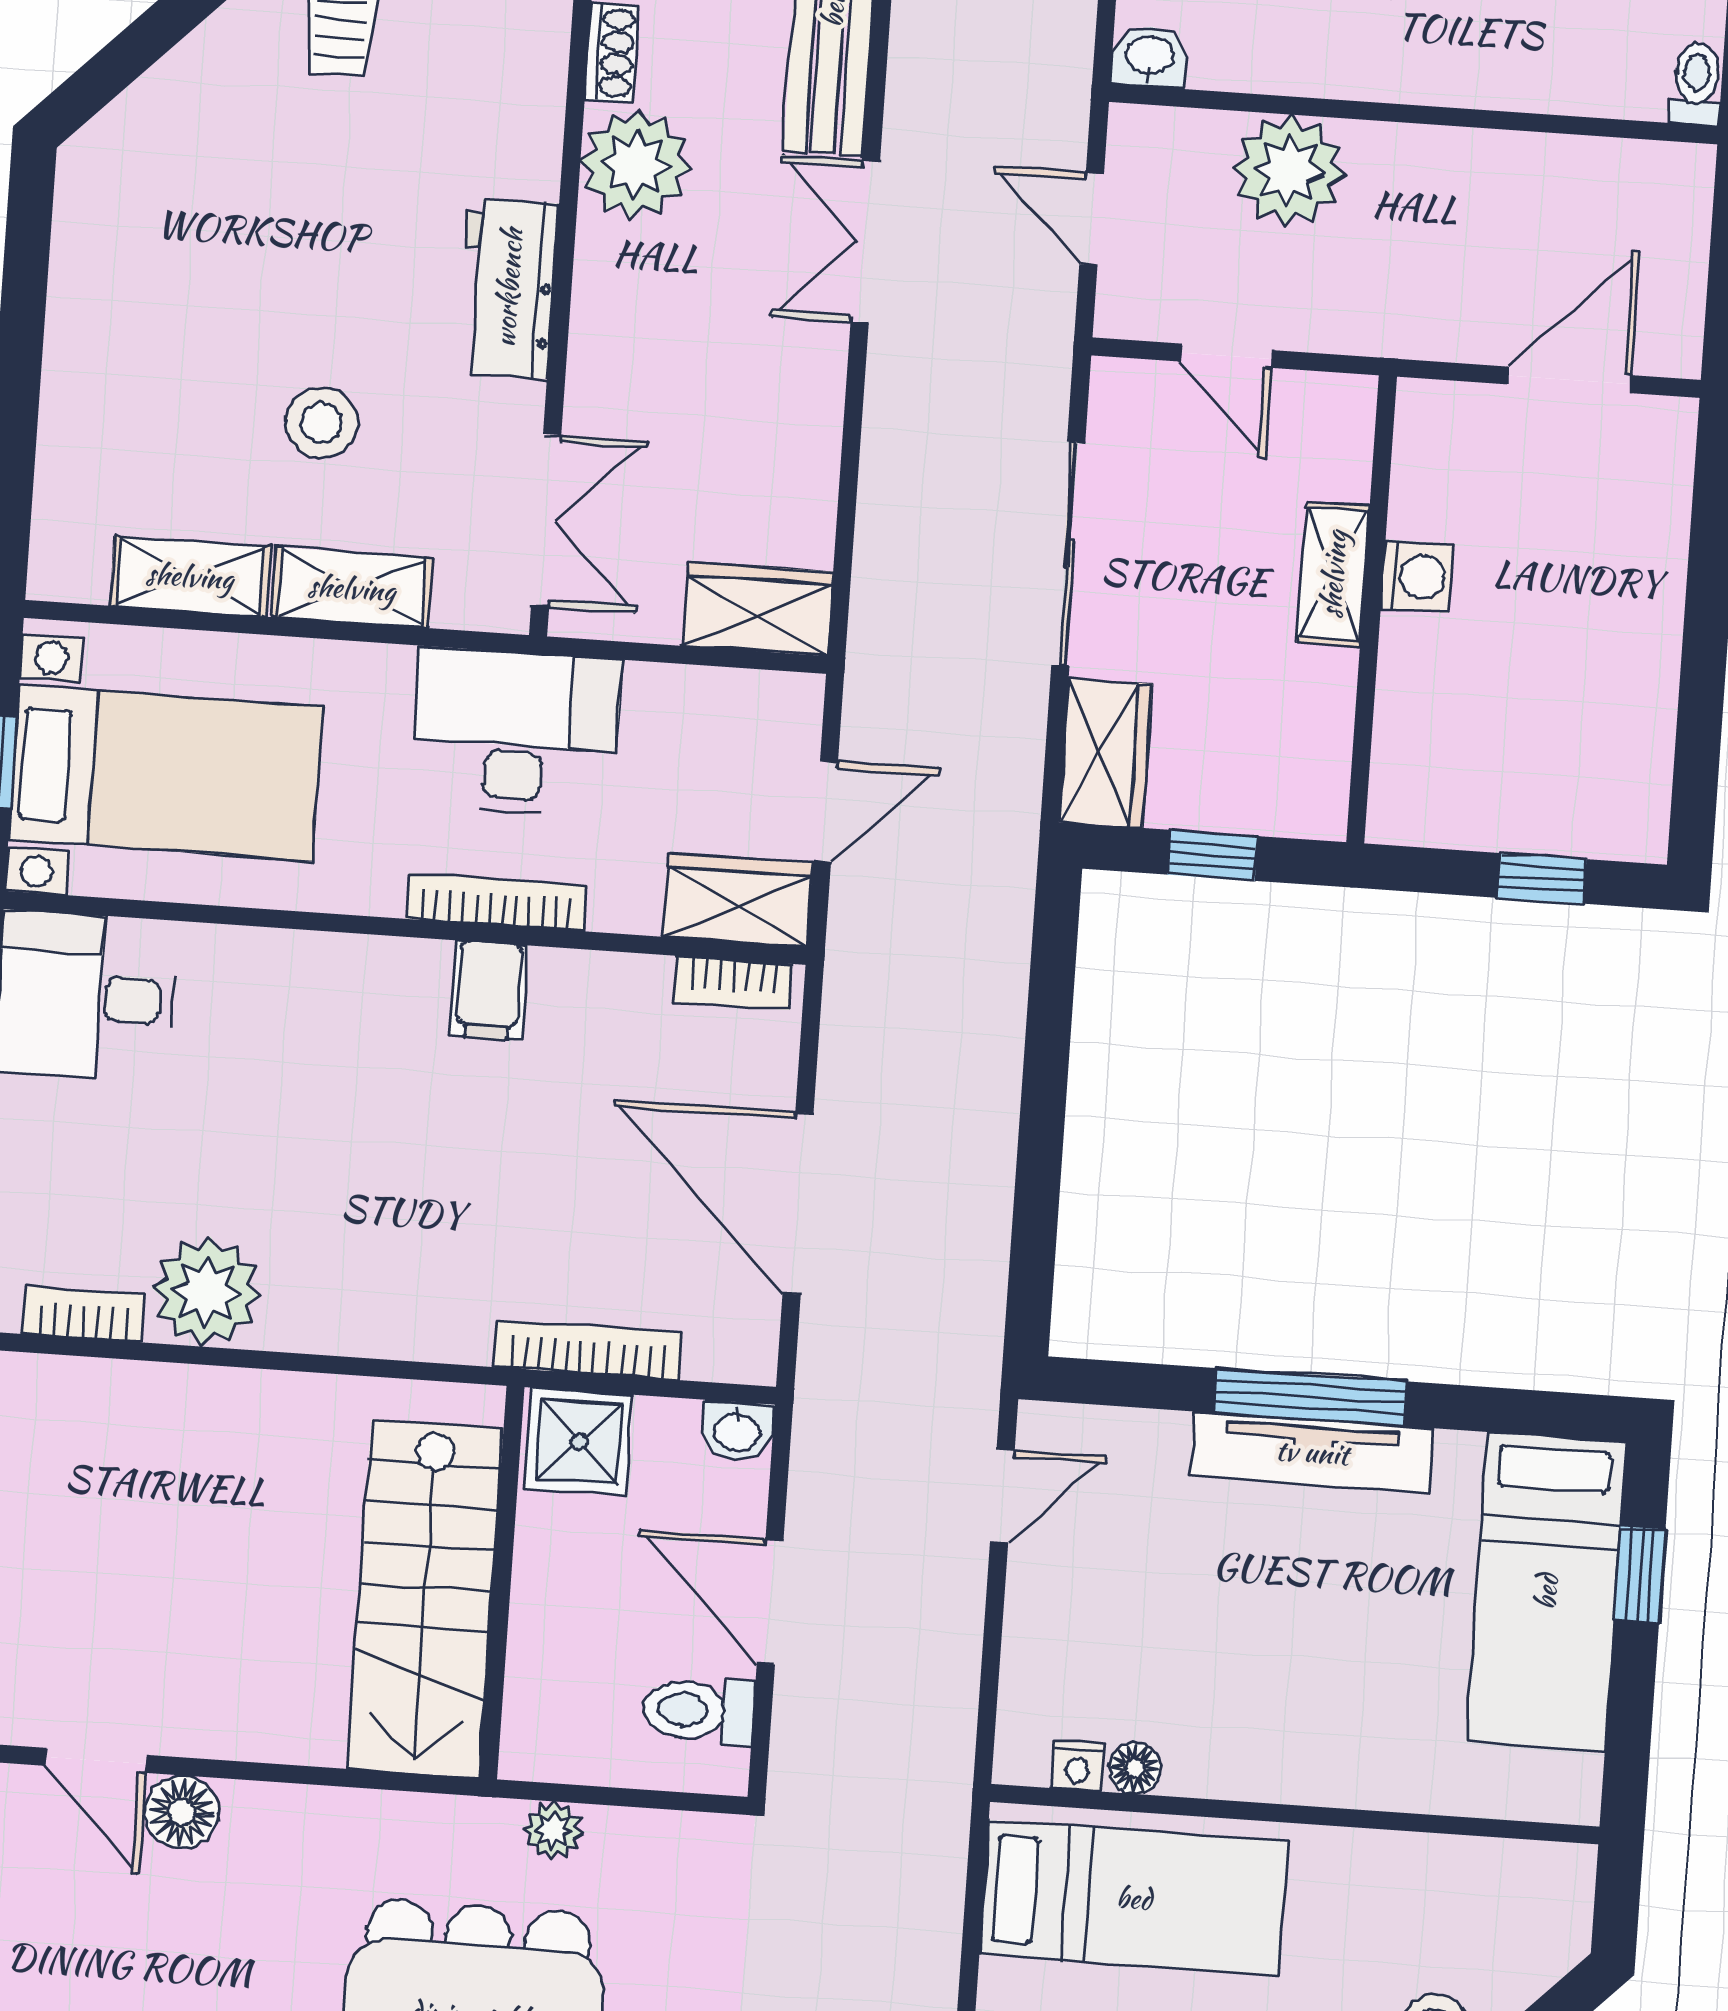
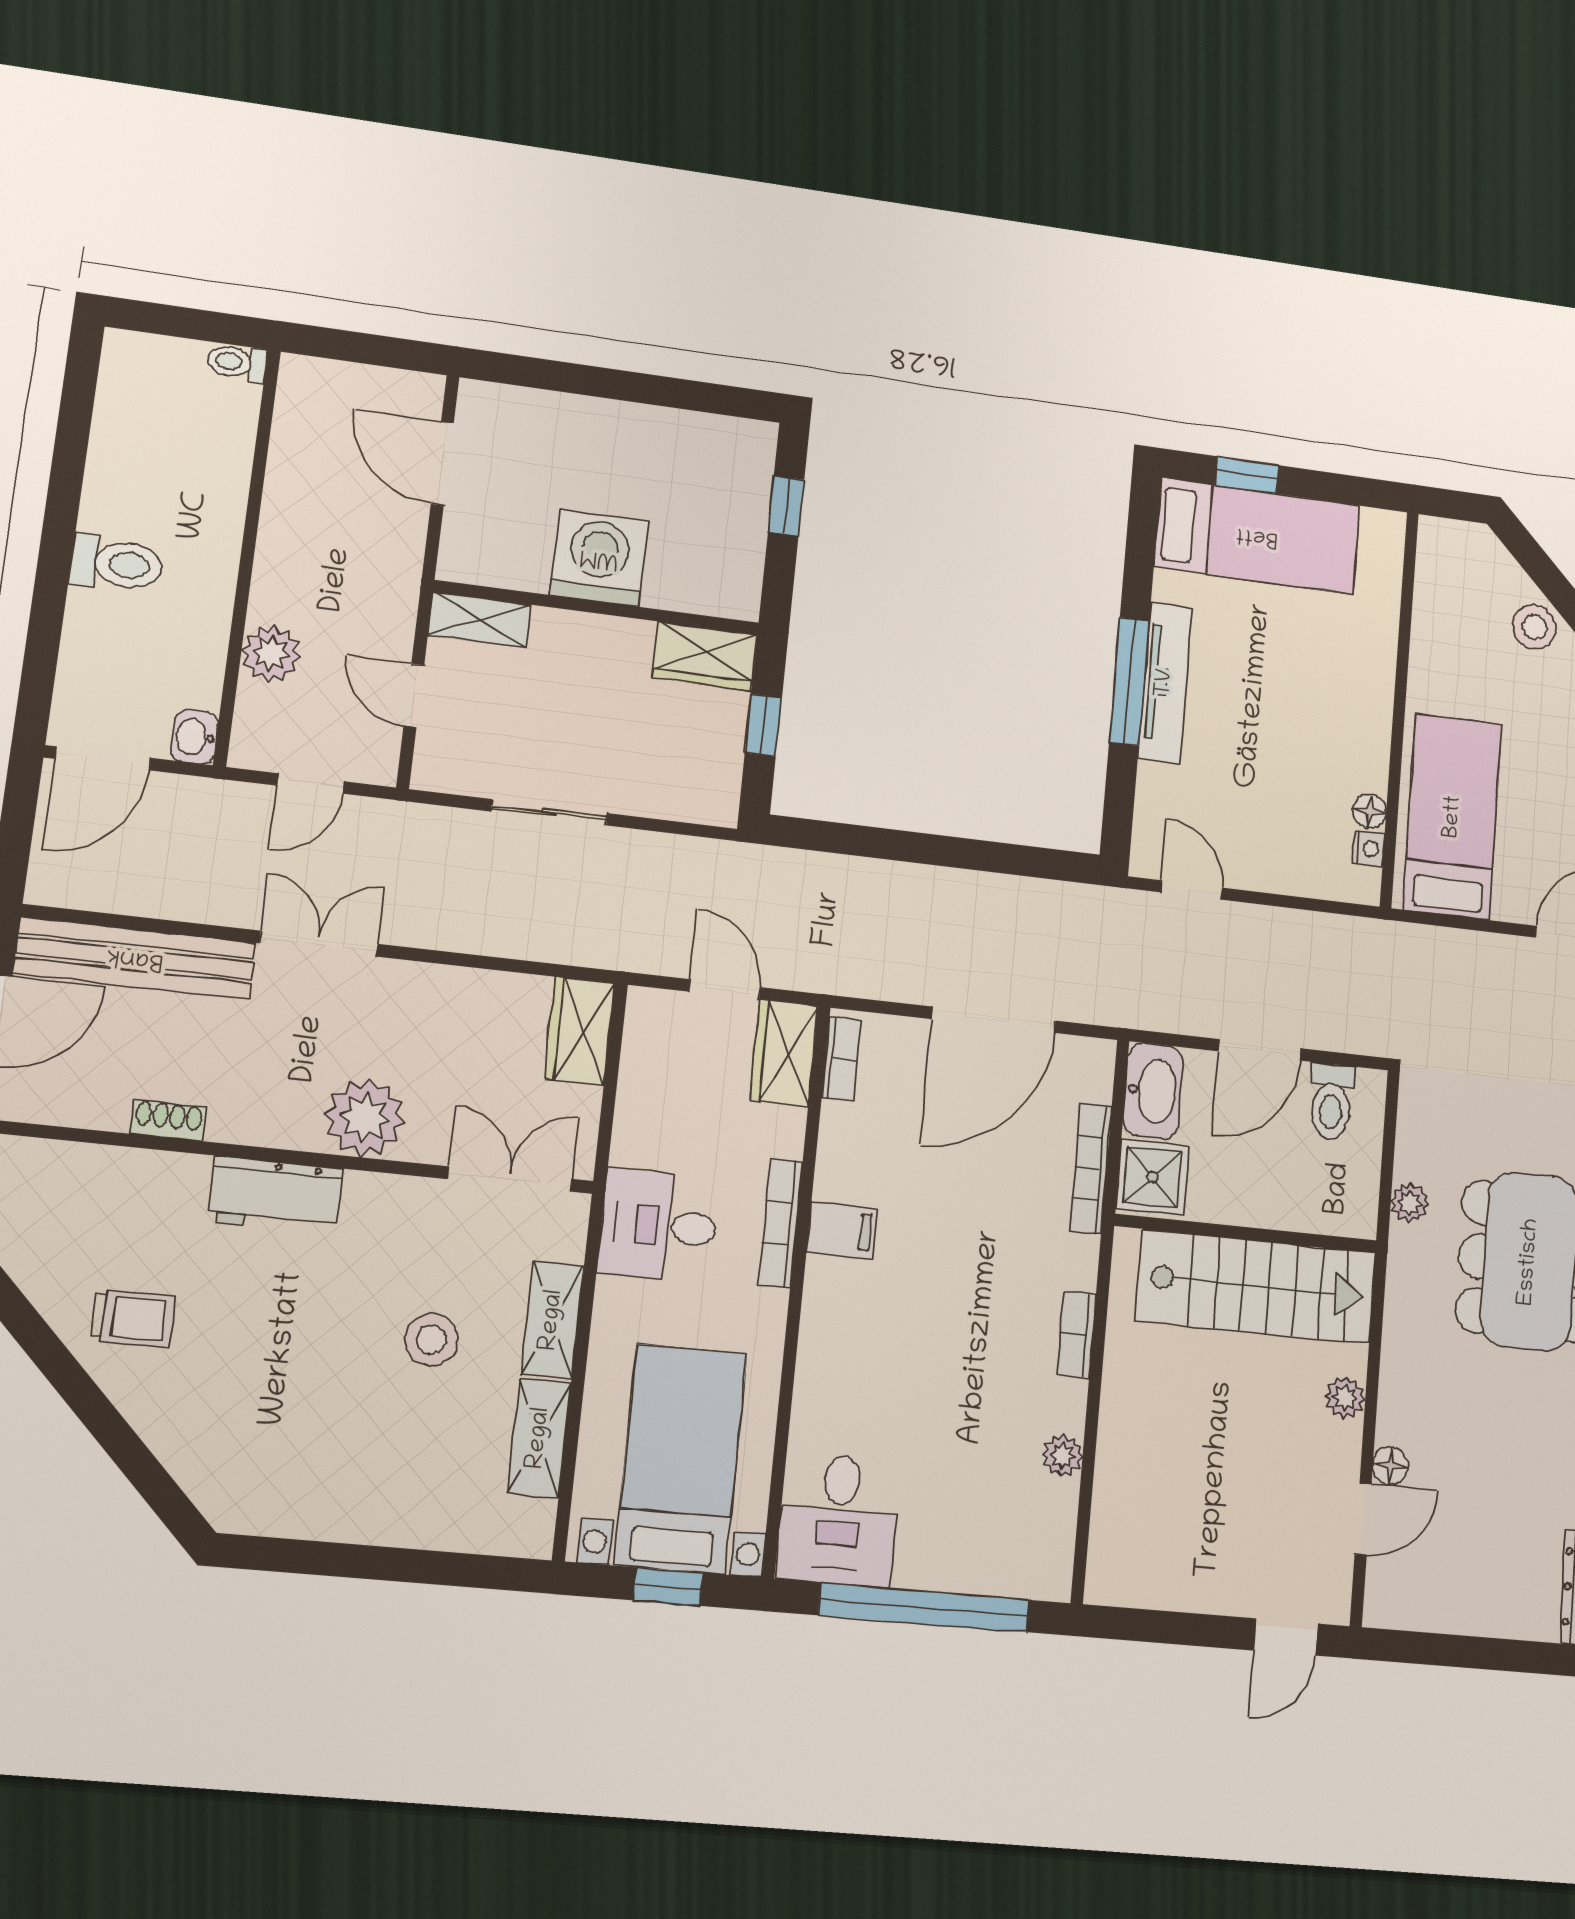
plant: (635, 164) -> (365, 1118), moved
plant: (1289, 171) -> (271, 654), width x0.73, depth x0.73
double door: (865, 242) -> (319, 944), swing flipped
workbench: (508, 288) -> (276, 1195), moved
door: (1227, 356) -> (414, 695), swing flipped
sliding door: (1068, 554) -> (549, 812), width x0.73
shelving: (1333, 574) -> (480, 620), moved
washing machine: (1417, 577) -> (599, 558), width x1.89, depth x1.89
desk: (515, 732) -> (659, 1225), width x0.73
wardrobe: (1105, 753) -> (705, 656), moved, turned 180
plant: (206, 1292) -> (1062, 1456), width x0.53, depth x0.53
bookcase: (84, 1315) -> (1076, 1335), moved
washbasin: (737, 1431) -> (1153, 1091), width x1.91, depth x1.45
plant: (269, 1733) -> (1345, 1398), added
floor lamp: (182, 1812) -> (1390, 1466), width x0.73, depth x0.73

